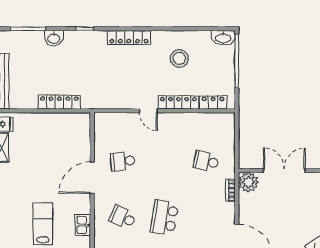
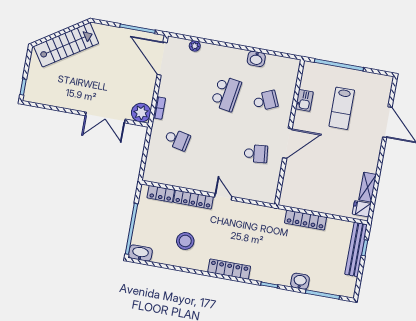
school desk: (123, 217) -> (265, 101), turned -48

